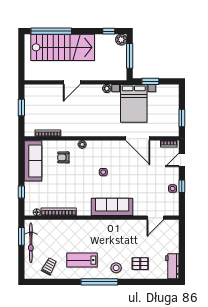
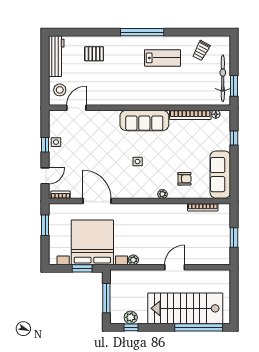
plant: (121, 40) -> (131, 317), moved
bed with nightstands: (134, 103) -> (92, 242), width x1.36
sofa: (112, 207) -> (144, 120), moved
workbench: (172, 266) -> (56, 56), width x1.38
stool: (116, 268) -> (60, 90), moved

